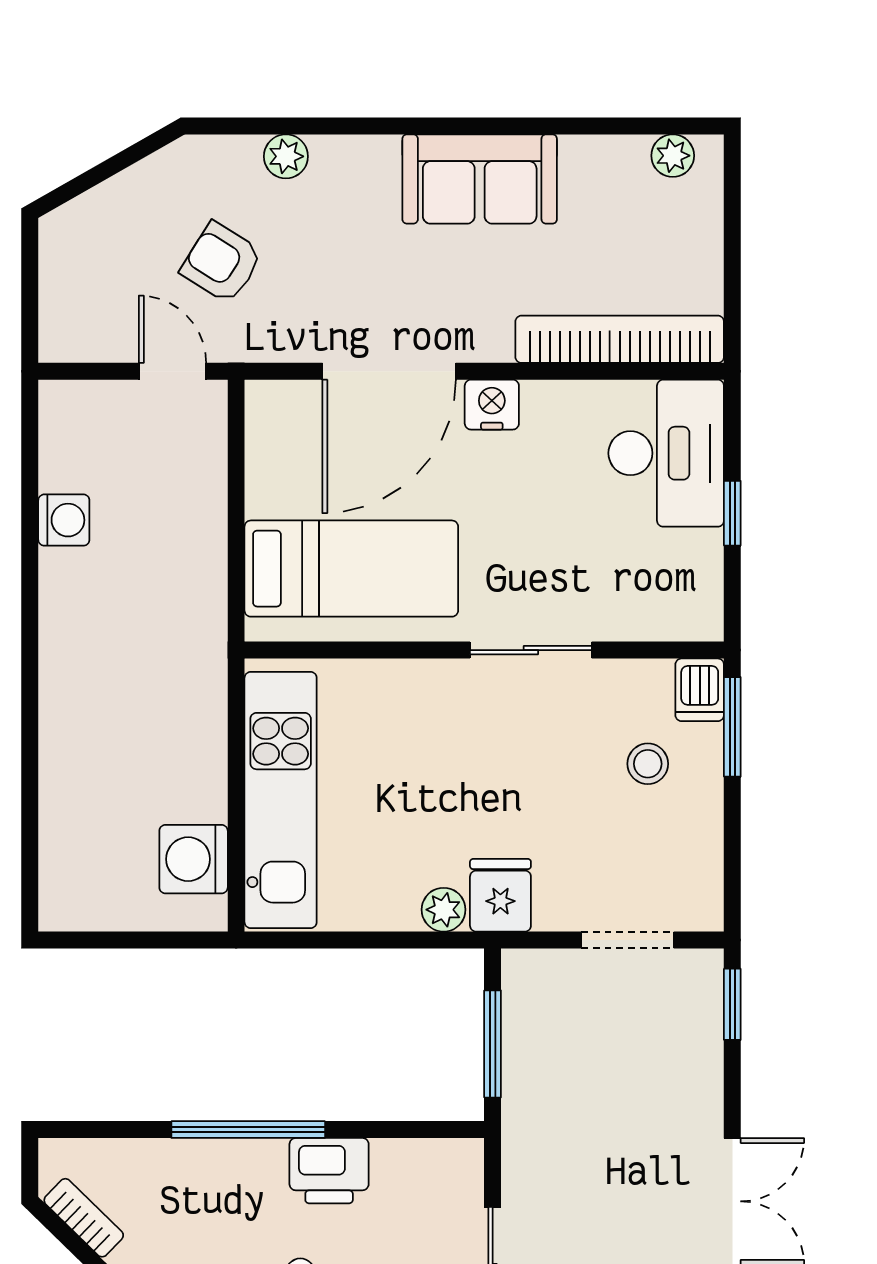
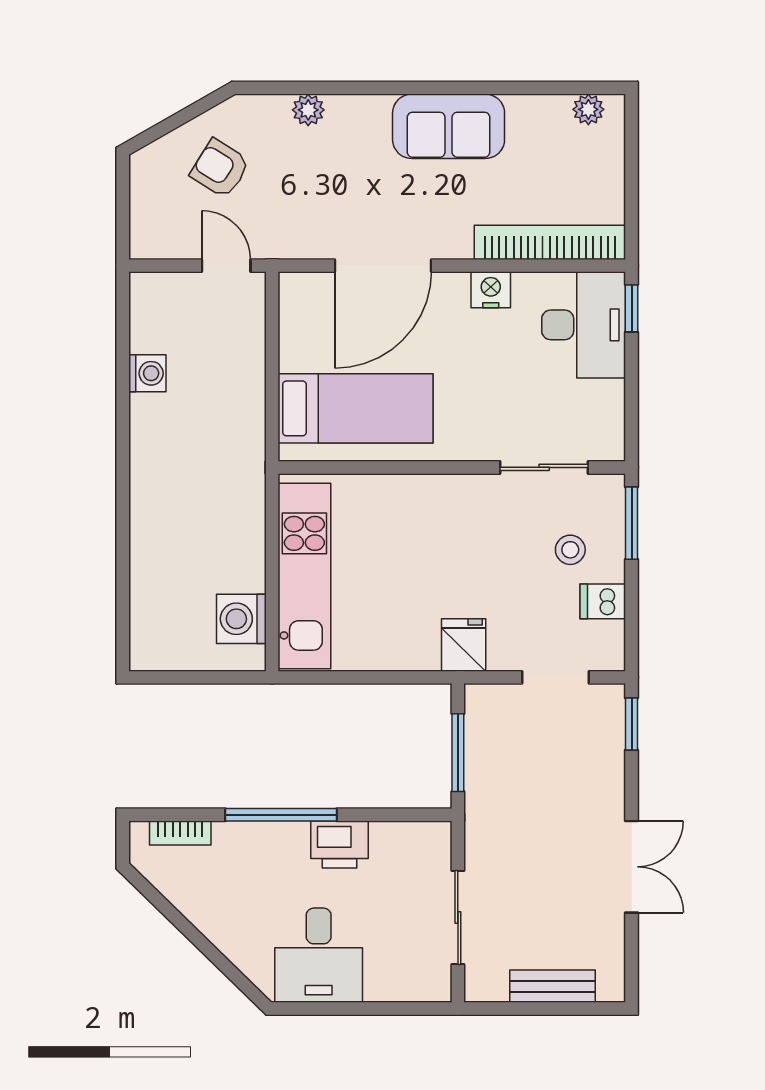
armchair: (222, 263) -> (220, 168), moved
nightstand: (492, 405) -> (491, 290), moved
window: (732, 513) -> (632, 308), moved
sliding door: (531, 650) -> (544, 467), moved
dishwasher: (700, 690) -> (603, 601), moved, turned 90
plant: (444, 910) -> (422, 655), removed
bookcase: (84, 1218) -> (180, 833), moved, turned 136

